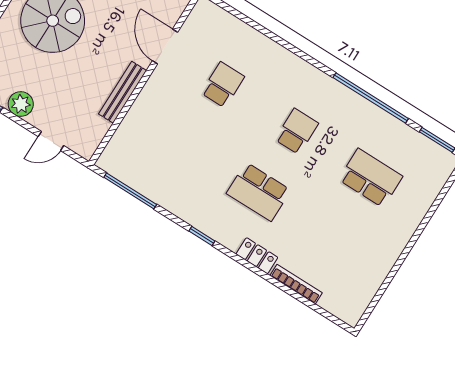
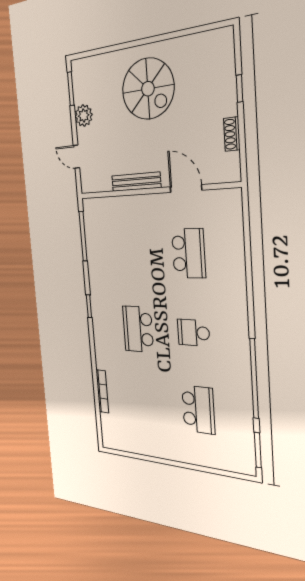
door: (165, 46) -> (186, 189), hinge flipped
school desk: (223, 85) -> (189, 253), width x1.85
school desk: (297, 131) -> (193, 333), turned 180
locker: (257, 256) -> (101, 353), removed

